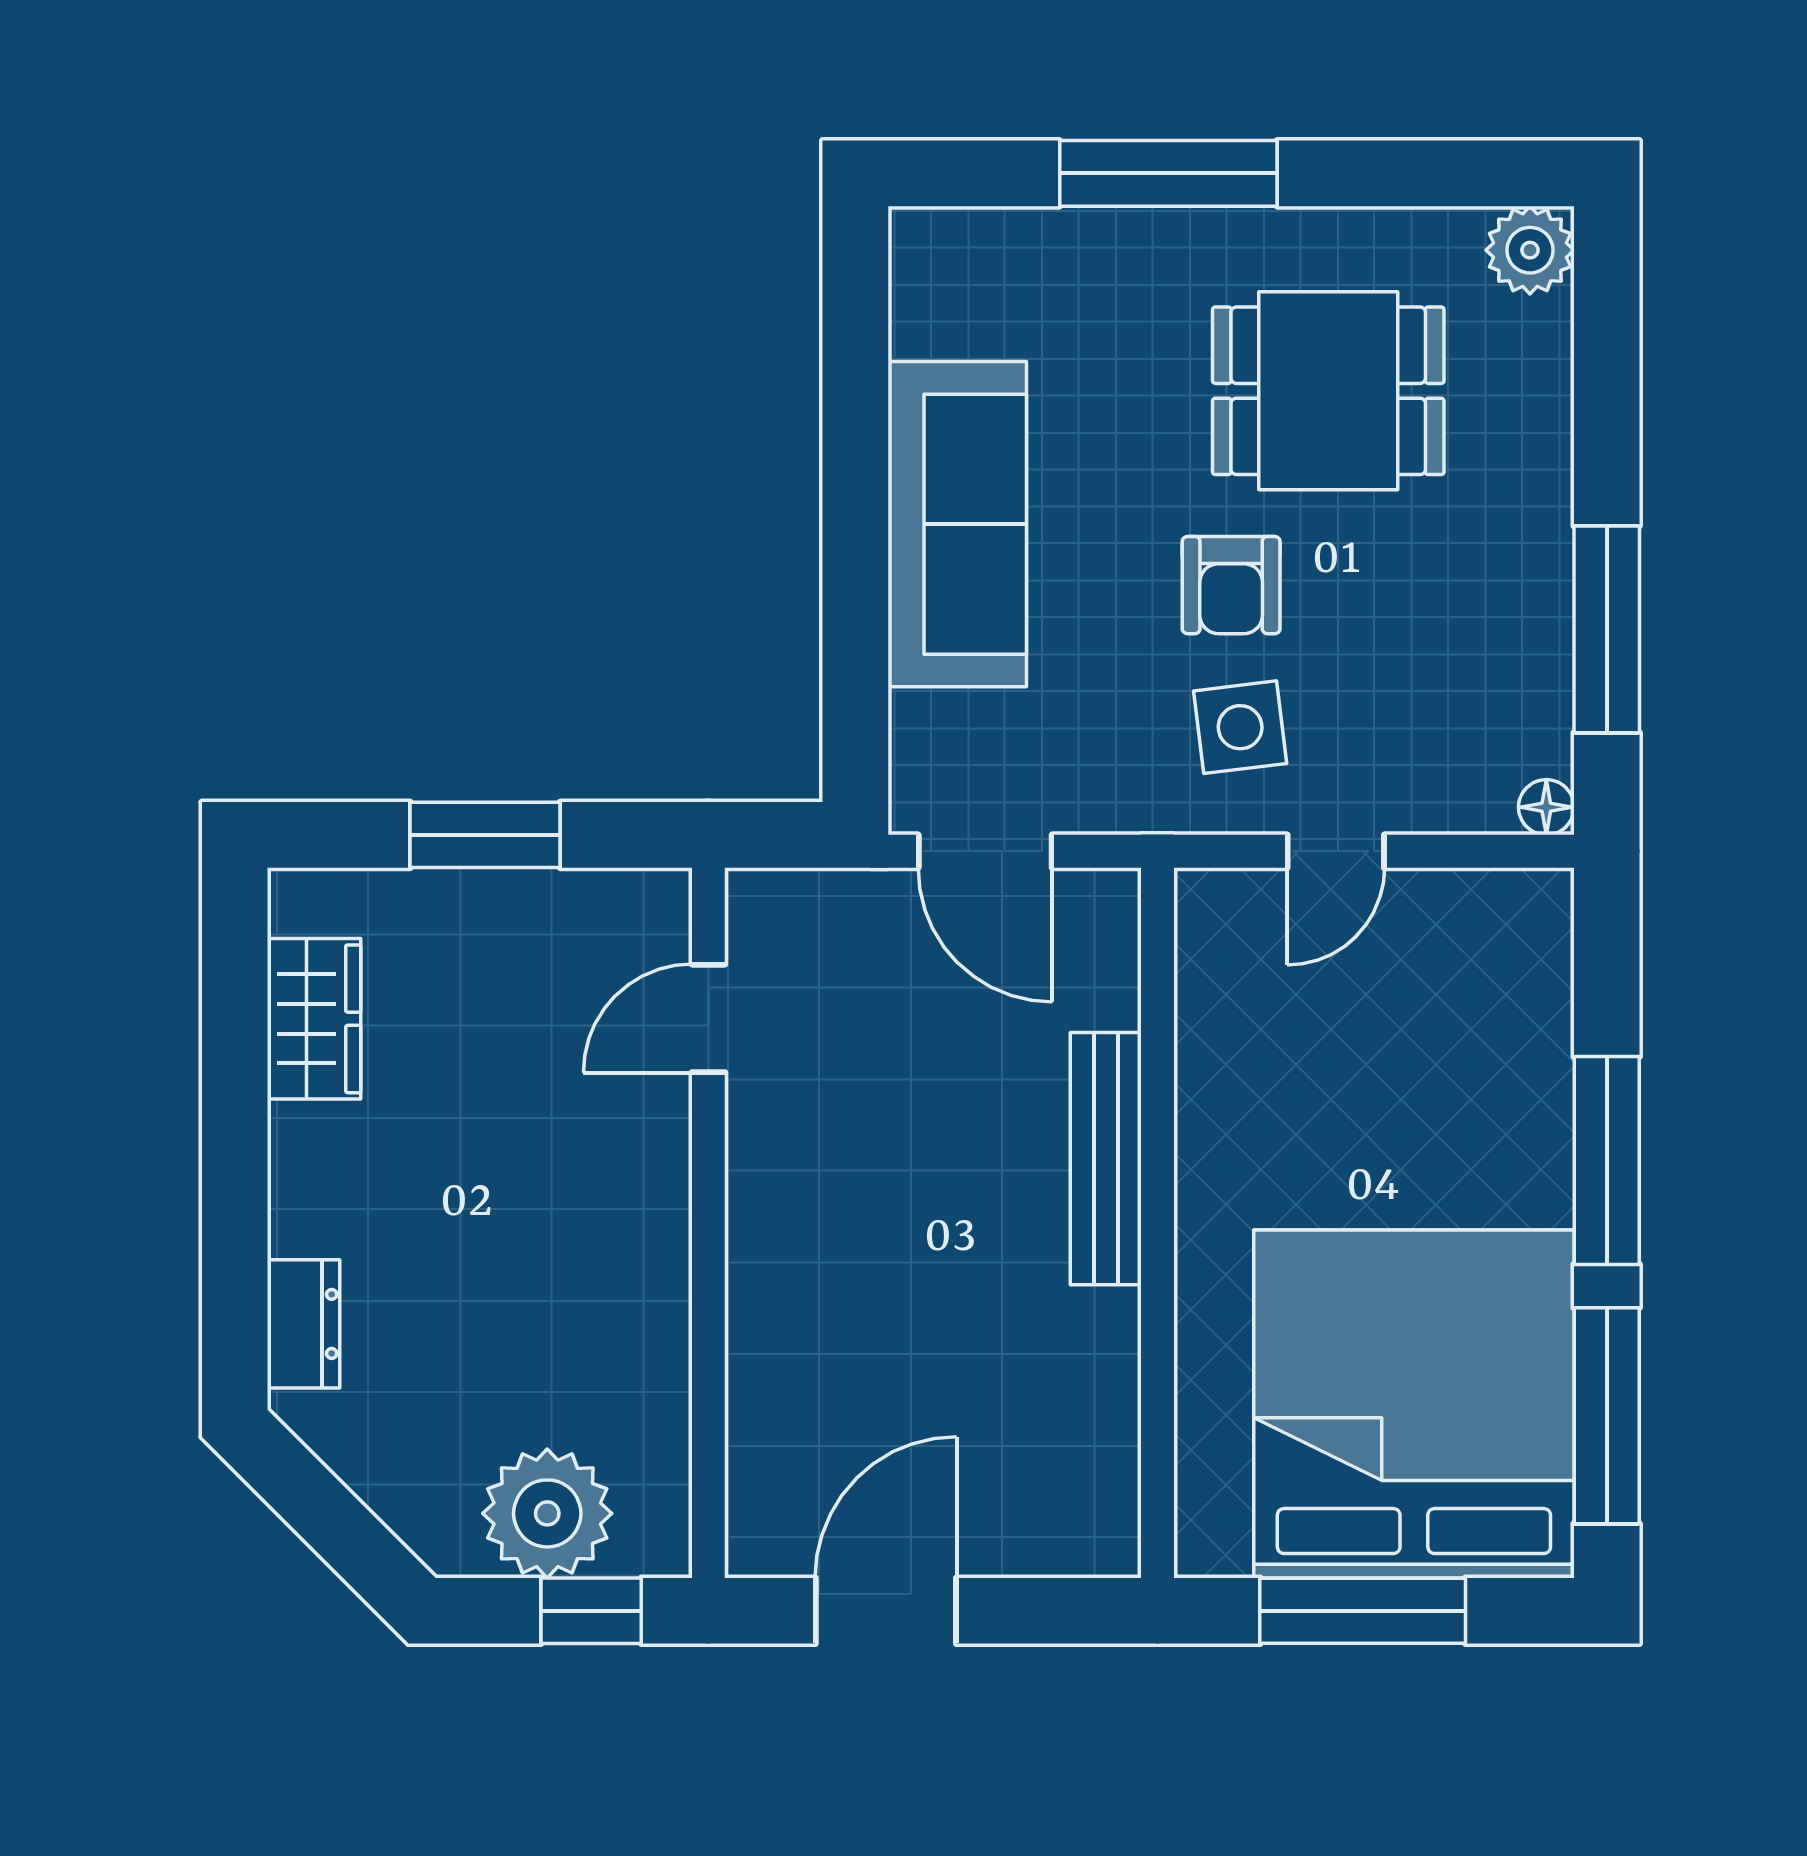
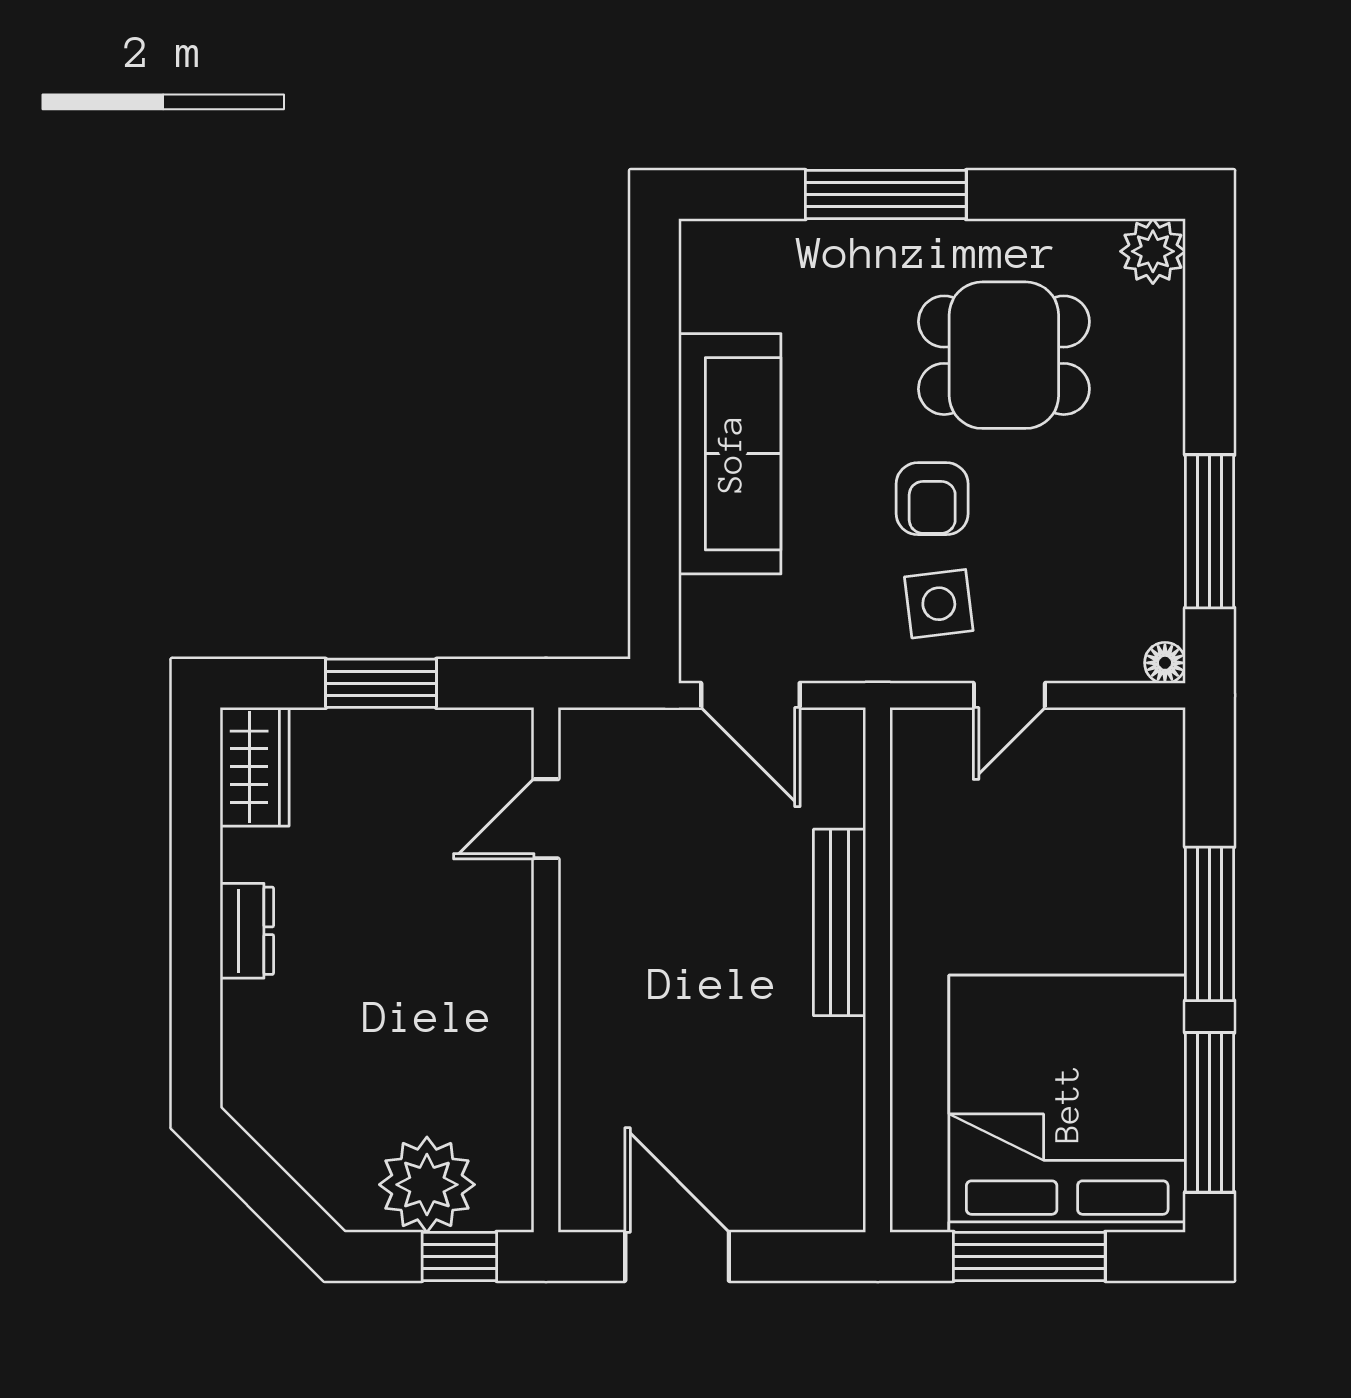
wardrobe: (314, 1019) -> (255, 767), moved
dresser: (304, 1324) -> (247, 931), moved
door: (886, 1611) -> (677, 1256), hinge flipped

